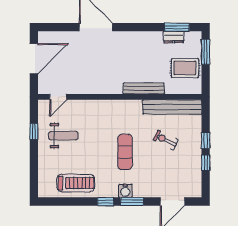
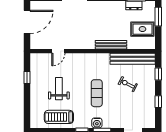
door: (58, 97) -> (58, 51), moved
weight bench: (63, 136) -> (59, 89), moved, turned -90
window: (206, 140) -> (158, 74), moved
treadmill: (76, 183) -> (59, 117), turned 180

